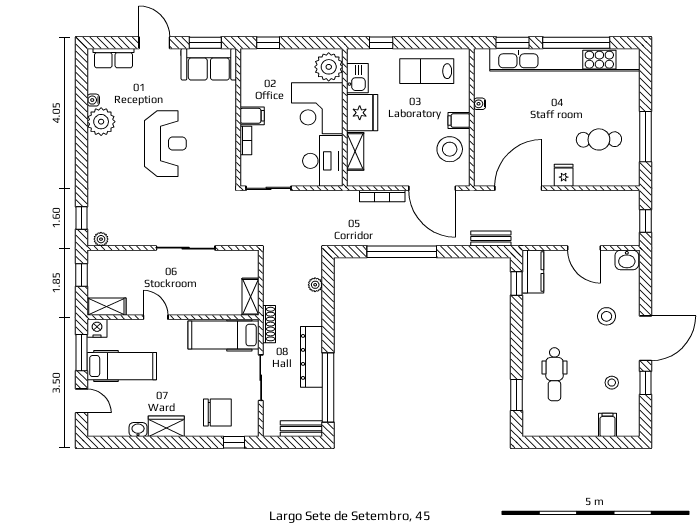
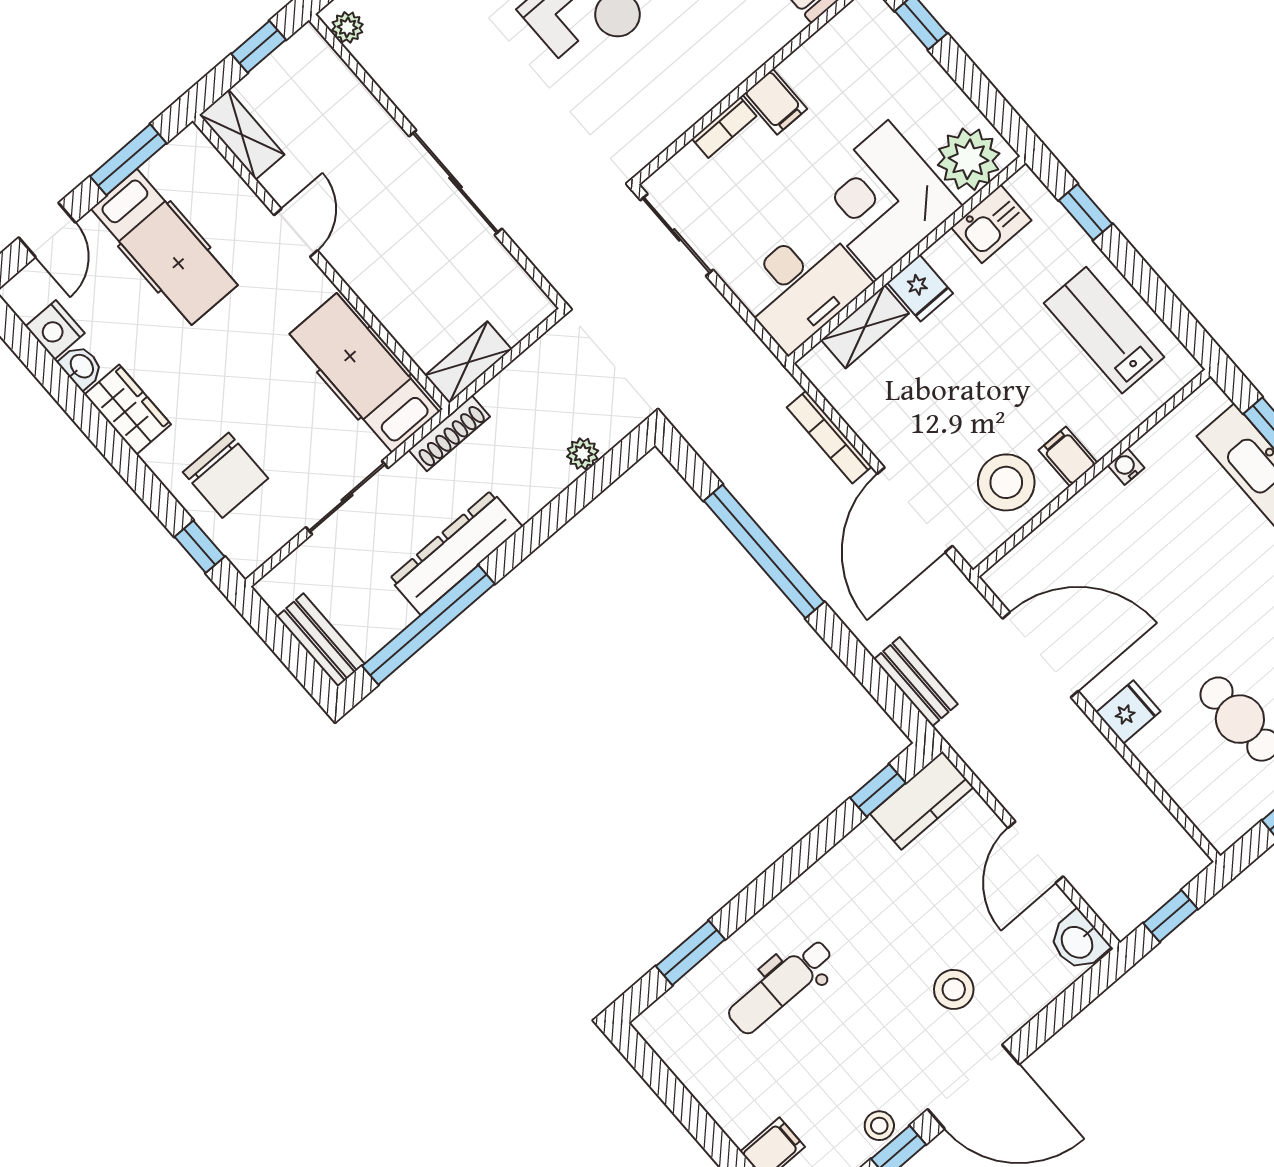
fridge: (362, 113) -> (920, 288), width x0.53, depth x0.75
nightstand: (97, 328) -> (55, 330), moved, turned 180
stool: (612, 383) -> (879, 1126), moved

